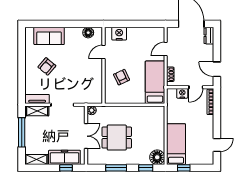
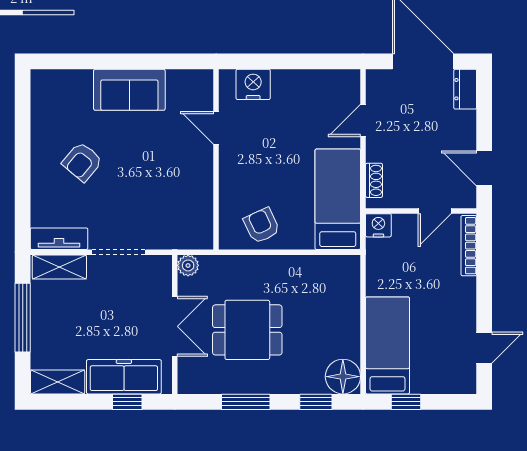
floor lamp: (88, 33) -> (180, 82), removed
sofa: (49, 36) -> (129, 90), moved
door: (103, 52) -> (216, 128), hinge flipped
armchair: (122, 77) -> (262, 226), moved
nightstand: (182, 93) -> (378, 225), moved

